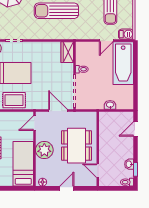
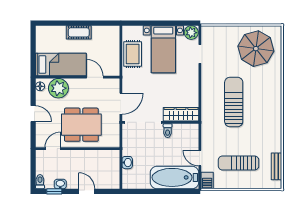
wardrobe: (67, 52) -> (181, 114), width x1.50
door: (34, 123) -> (95, 77), moved
door: (136, 129) -> (87, 191), moved
plant: (44, 150) -> (58, 88), moved

